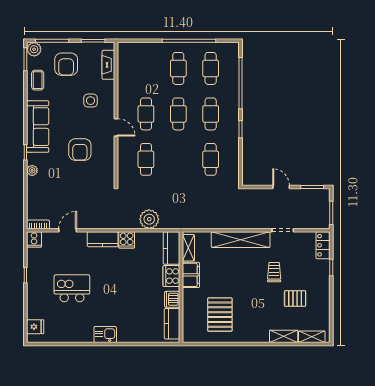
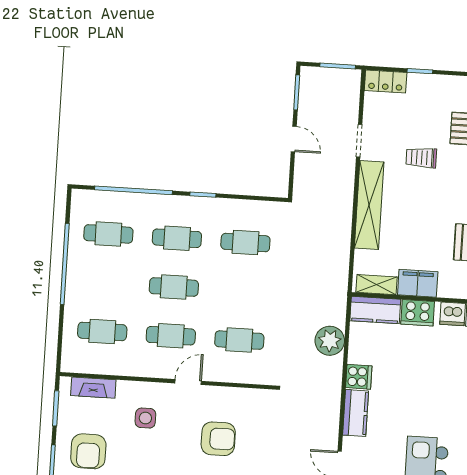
armchair: (66, 64) -> (88, 451), turned 90
cafe table: (178, 68) -> (102, 331), moved
door: (281, 187) -> (294, 139), swing flipped

